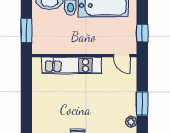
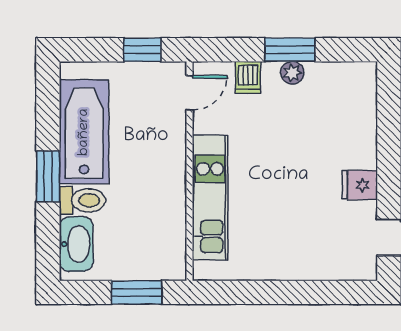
dishwasher: (129, 84) -> (248, 77), added
plant: (131, 122) -> (292, 73), moved

